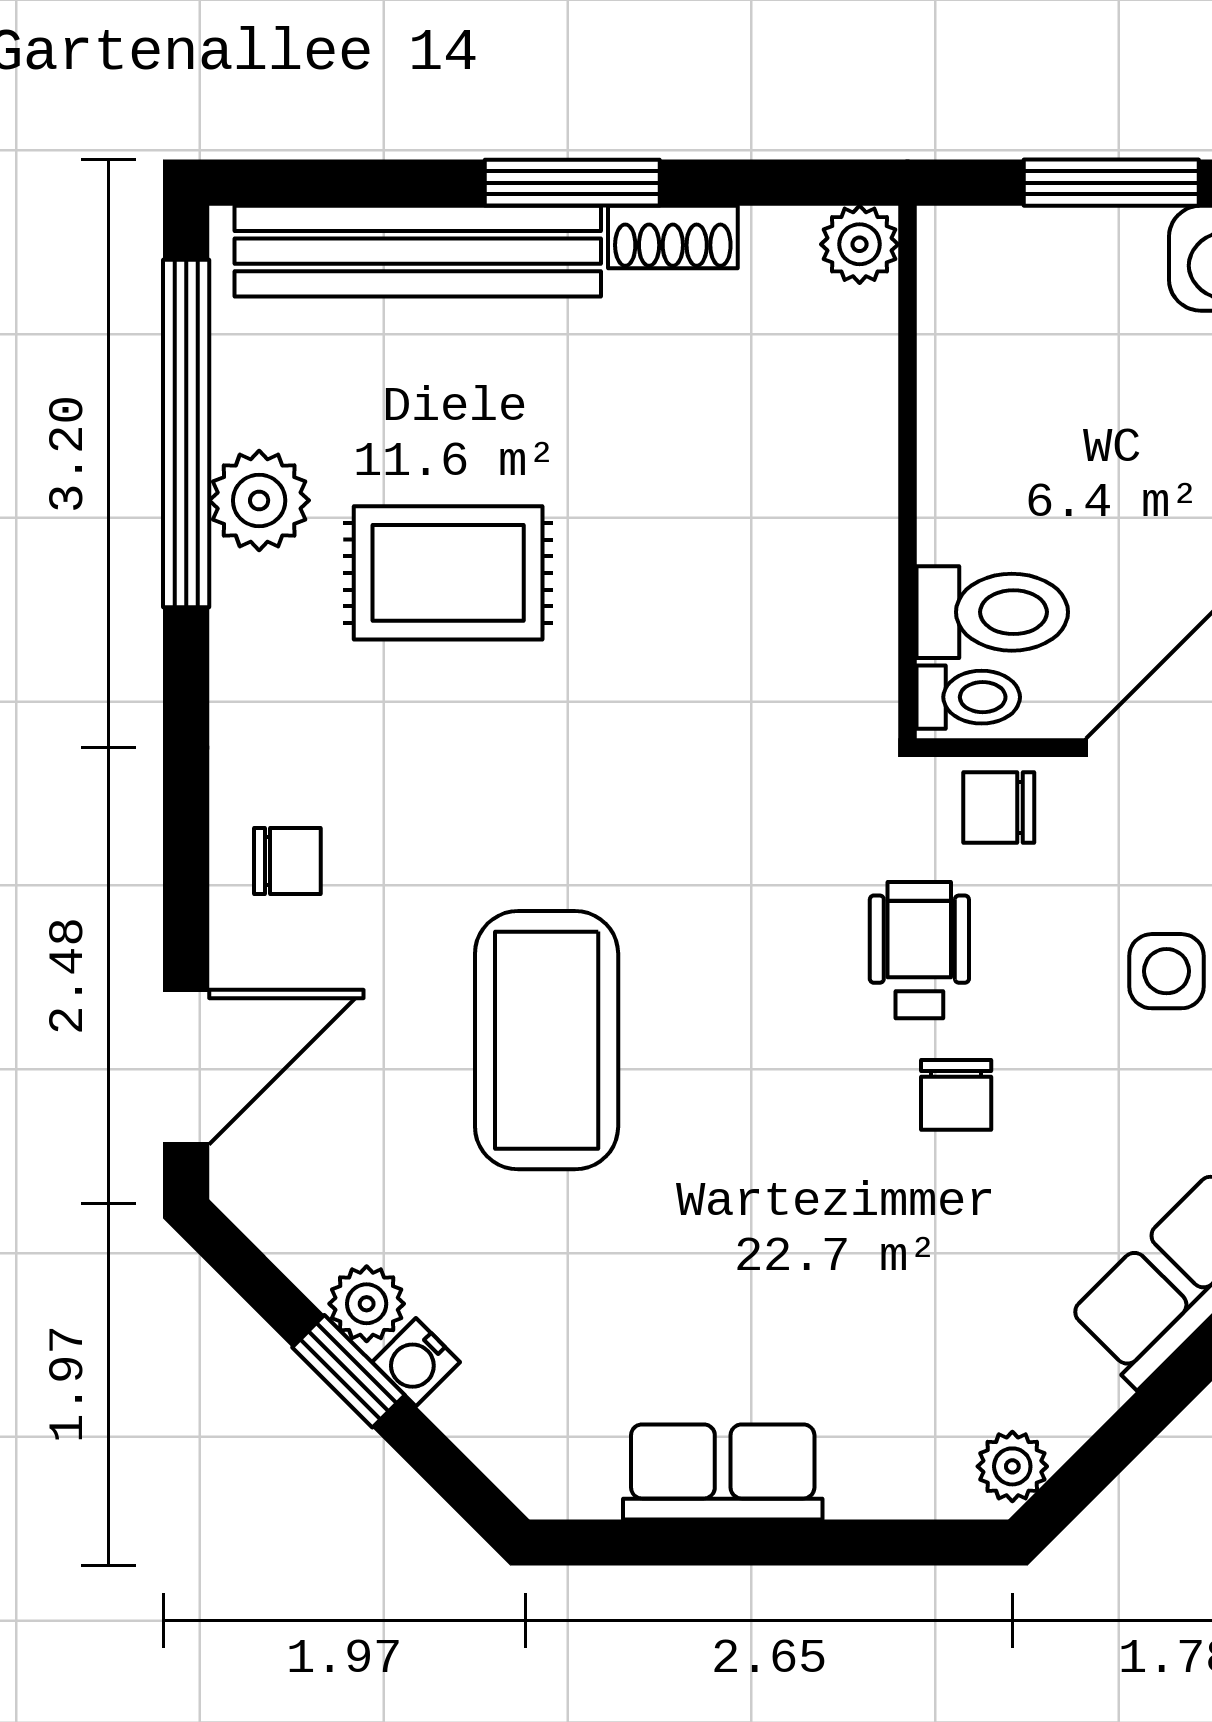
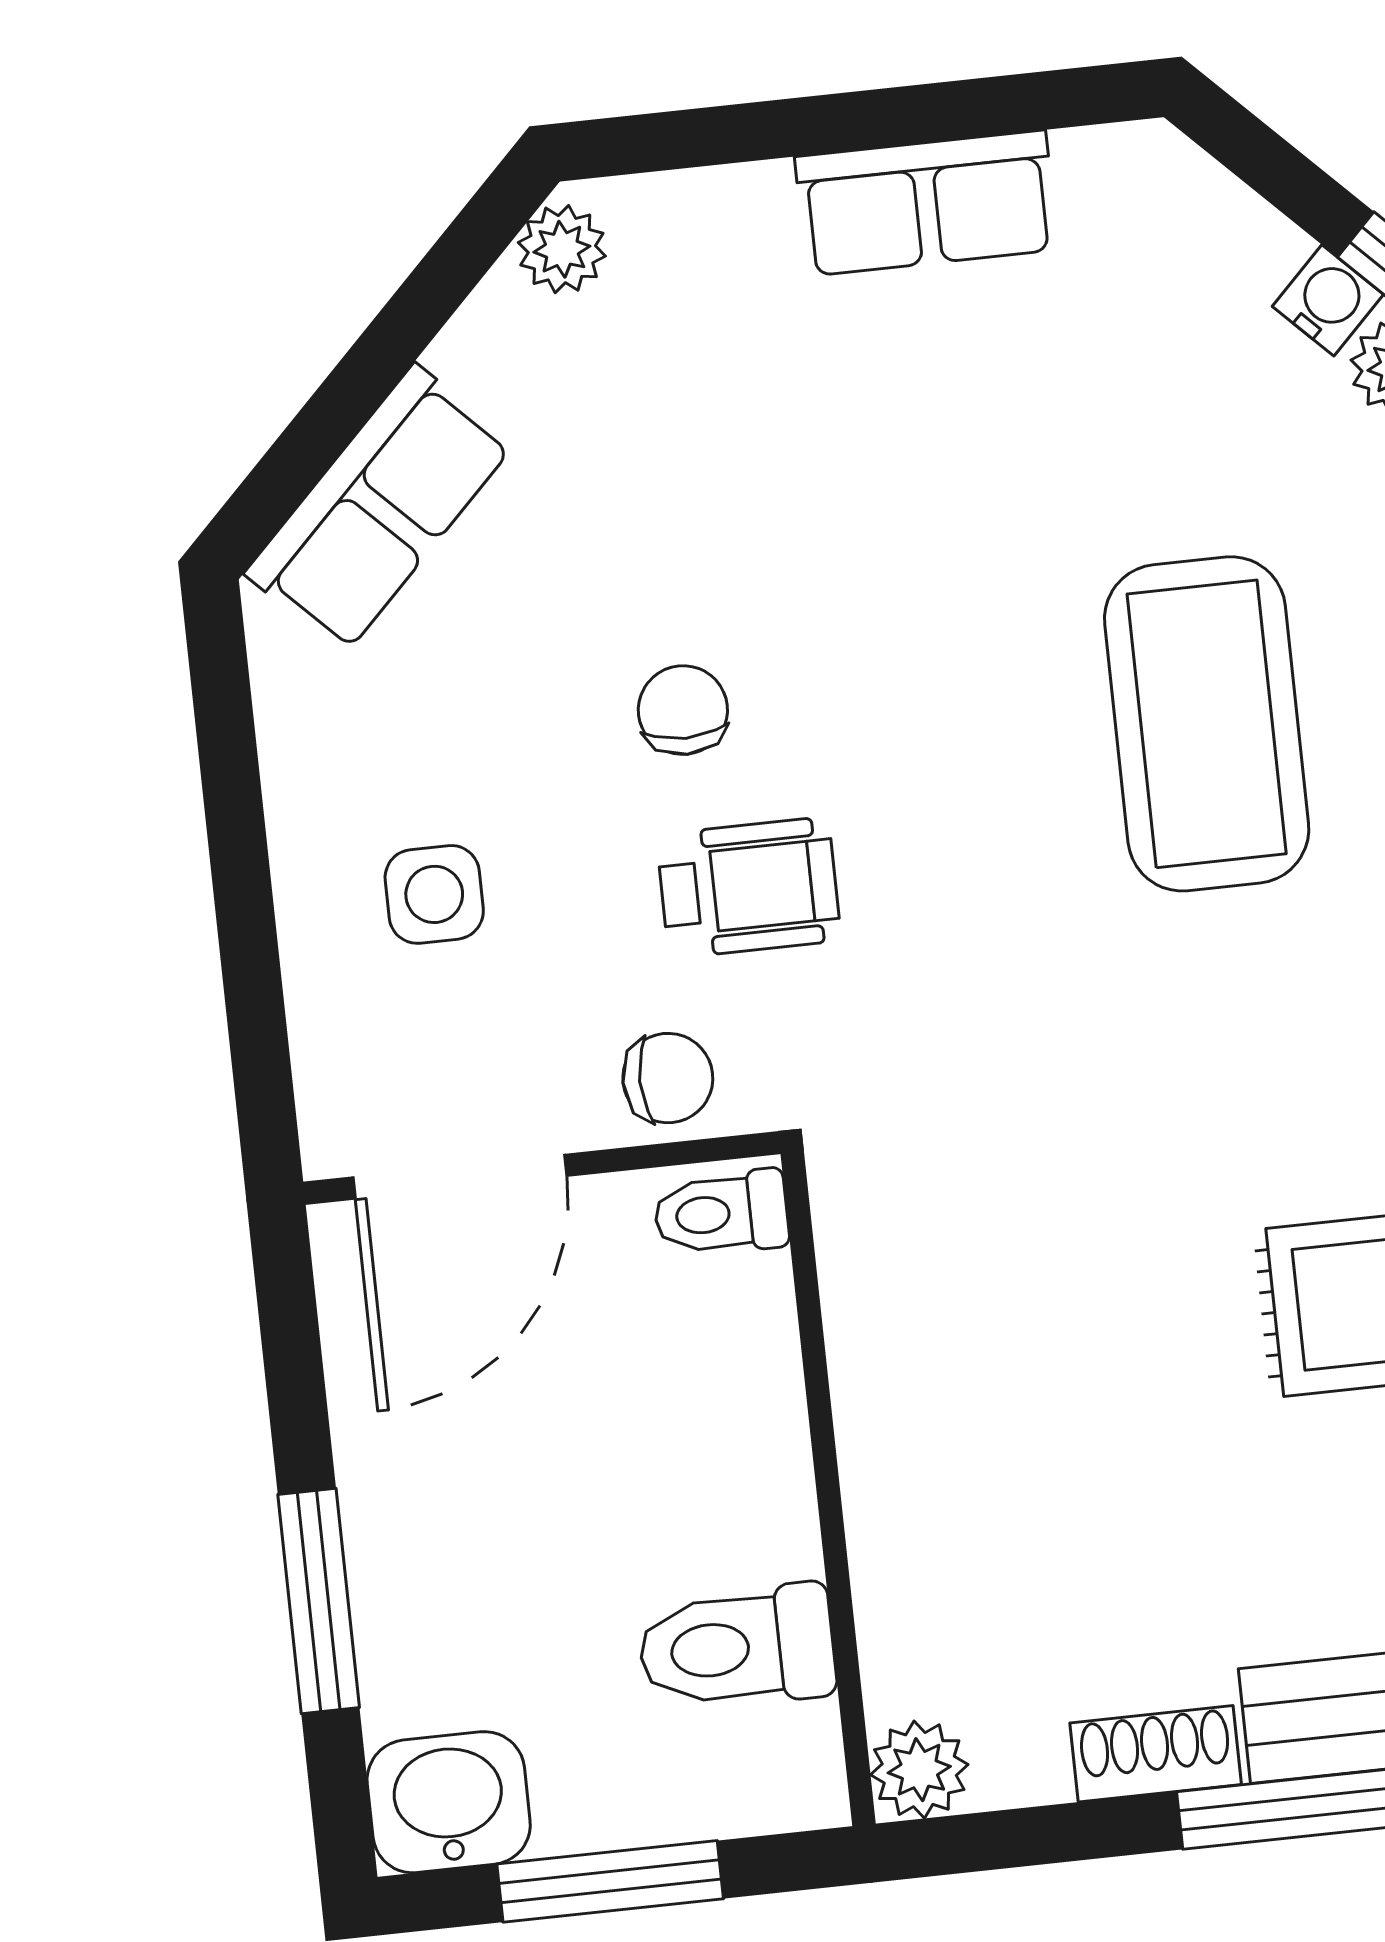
toilet: (992, 612) -> (737, 1647), moved
wheelchair: (919, 950) -> (749, 888), turned -90

